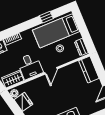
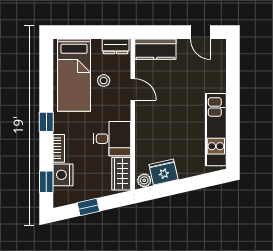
window: (46, 17) -> (46, 122), moved
door: (51, 71) -> (133, 89), moved

